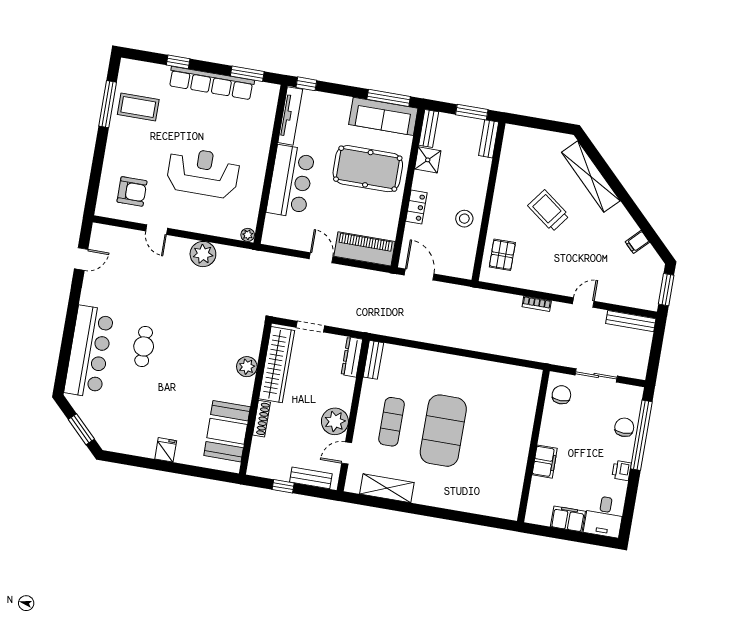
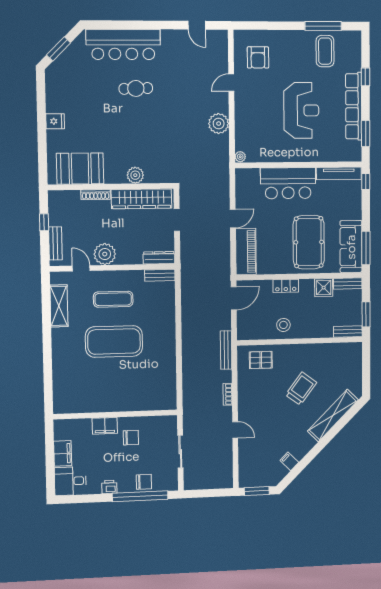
reception desk: (203, 173) -> (301, 110), moved
bench: (631, 321) -> (226, 350), moved
chair: (561, 395) -> (131, 438), moved

